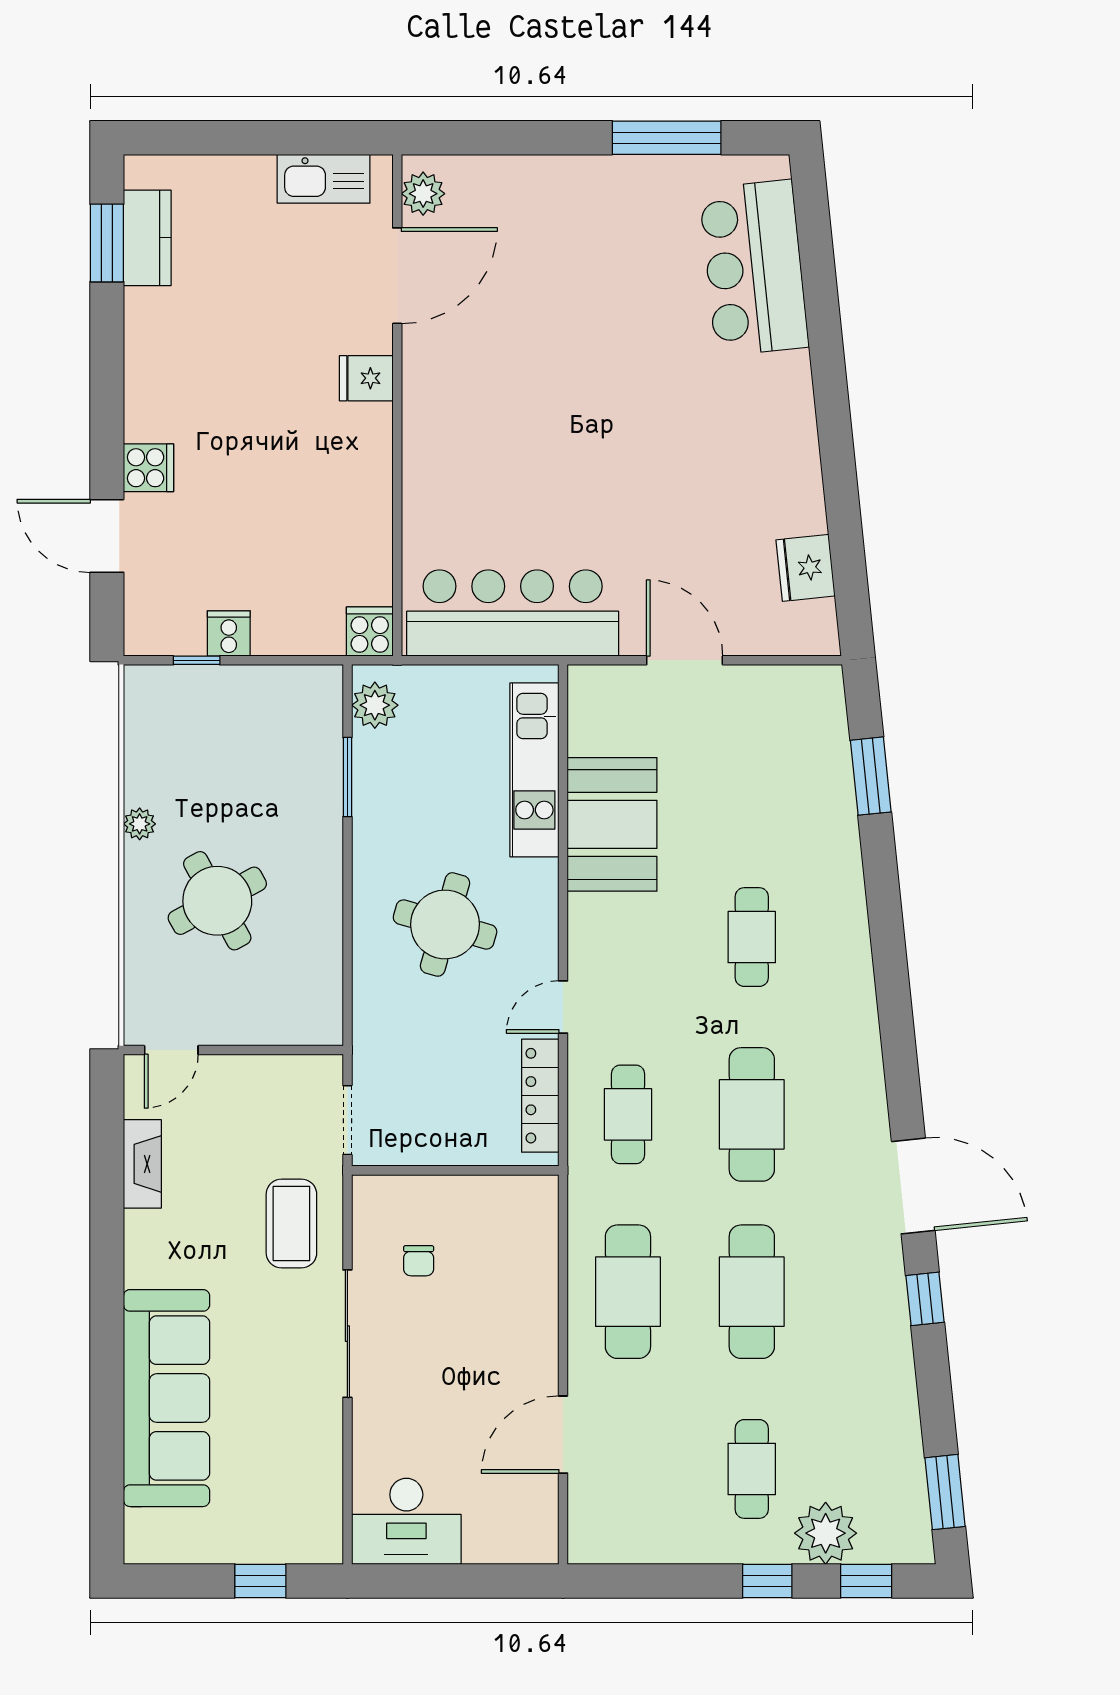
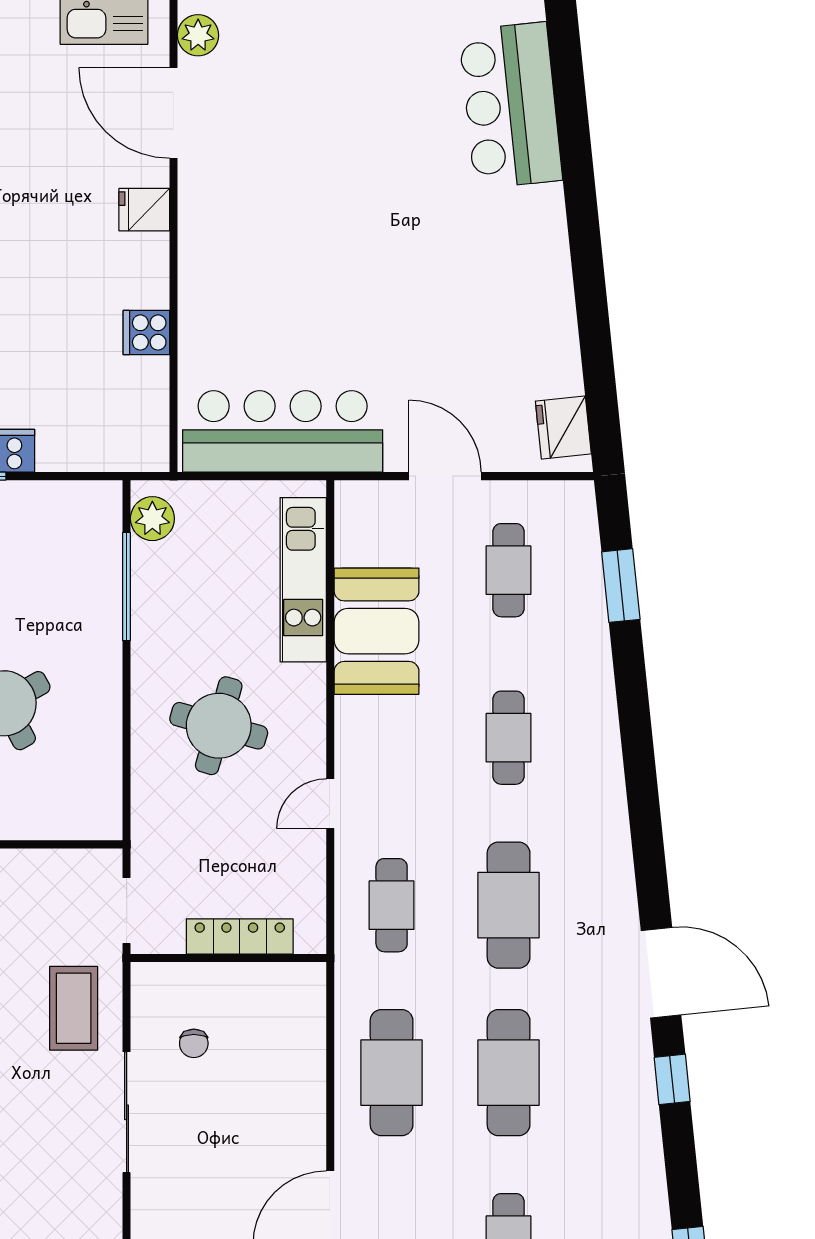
door: (397, 276) -> (174, 113), swing flipped
fridge: (806, 568) -> (563, 428), moved
cooker: (370, 632) -> (146, 332), moved, turned -90
cafe table: (752, 760) -> (509, 570), added
window: (347, 777) -> (127, 587), width x1.44
locker: (540, 1096) -> (240, 936), moved, turned 90

